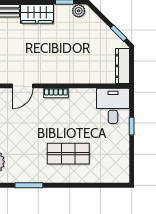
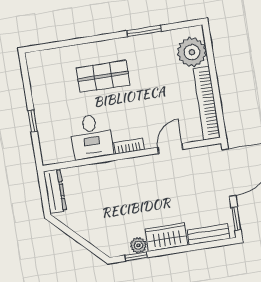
plant: (79, 11) -> (138, 245), moved
window: (119, 33) -> (66, 230), removed
desk: (113, 106) -> (91, 136), moved

